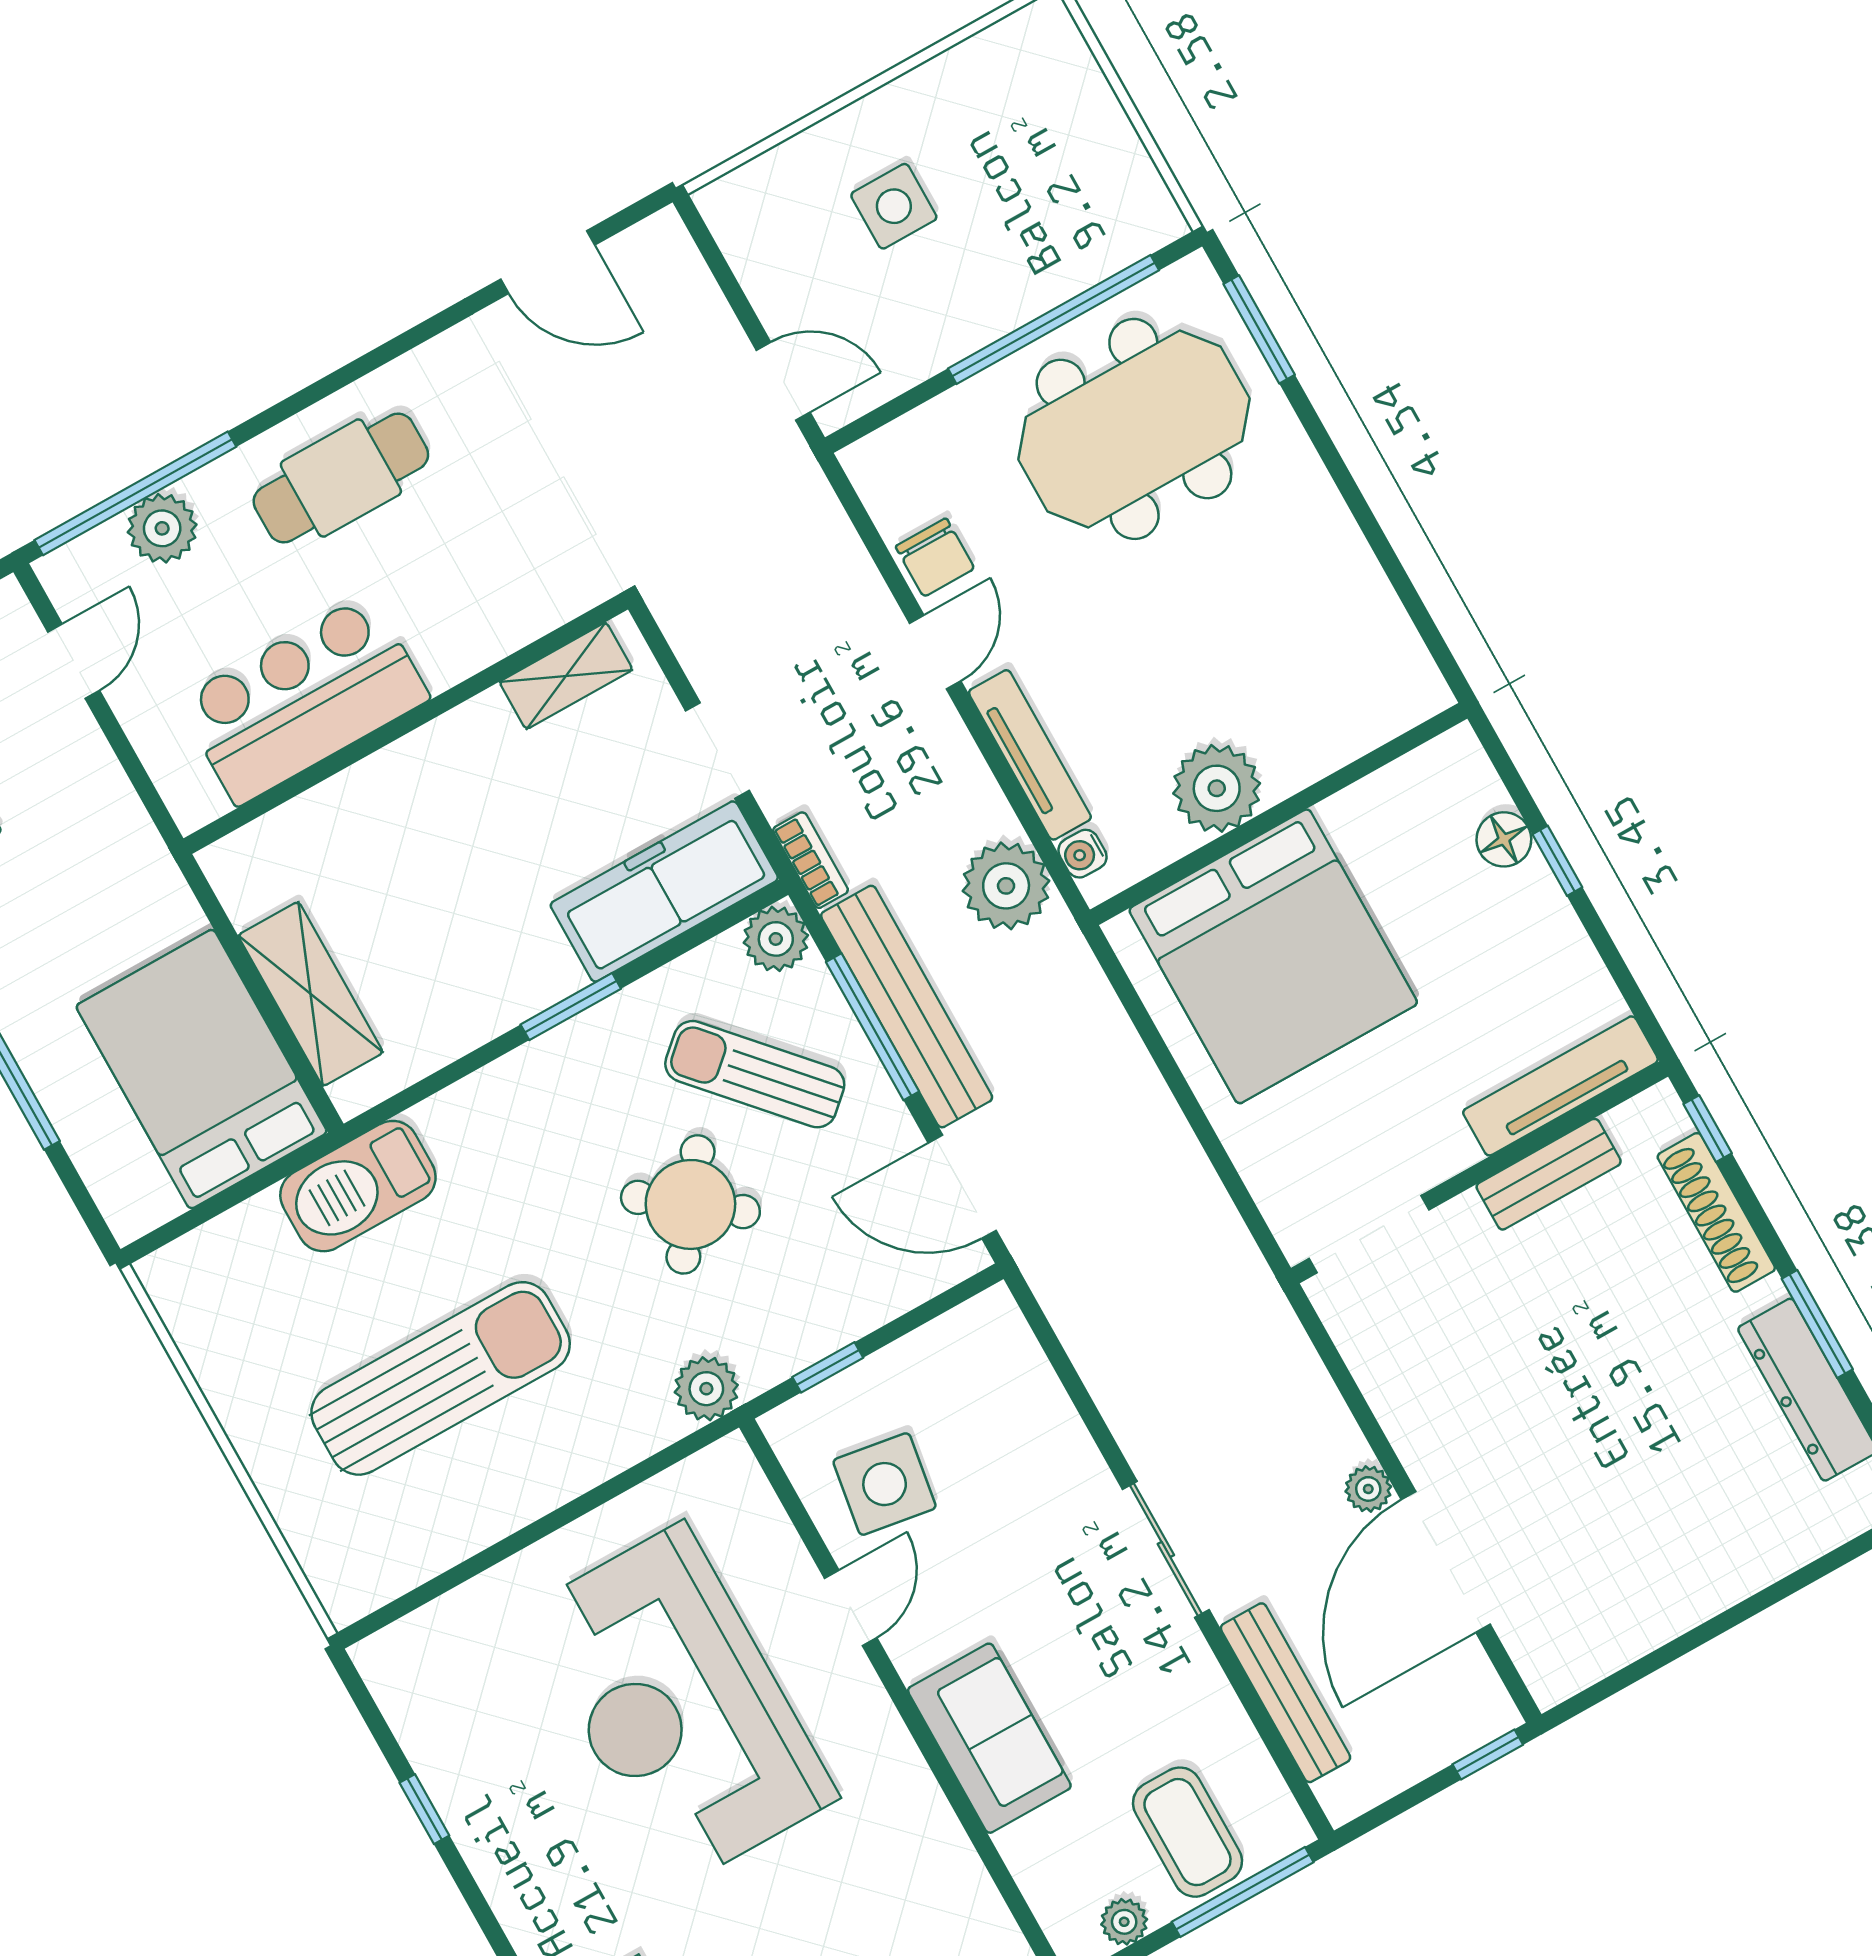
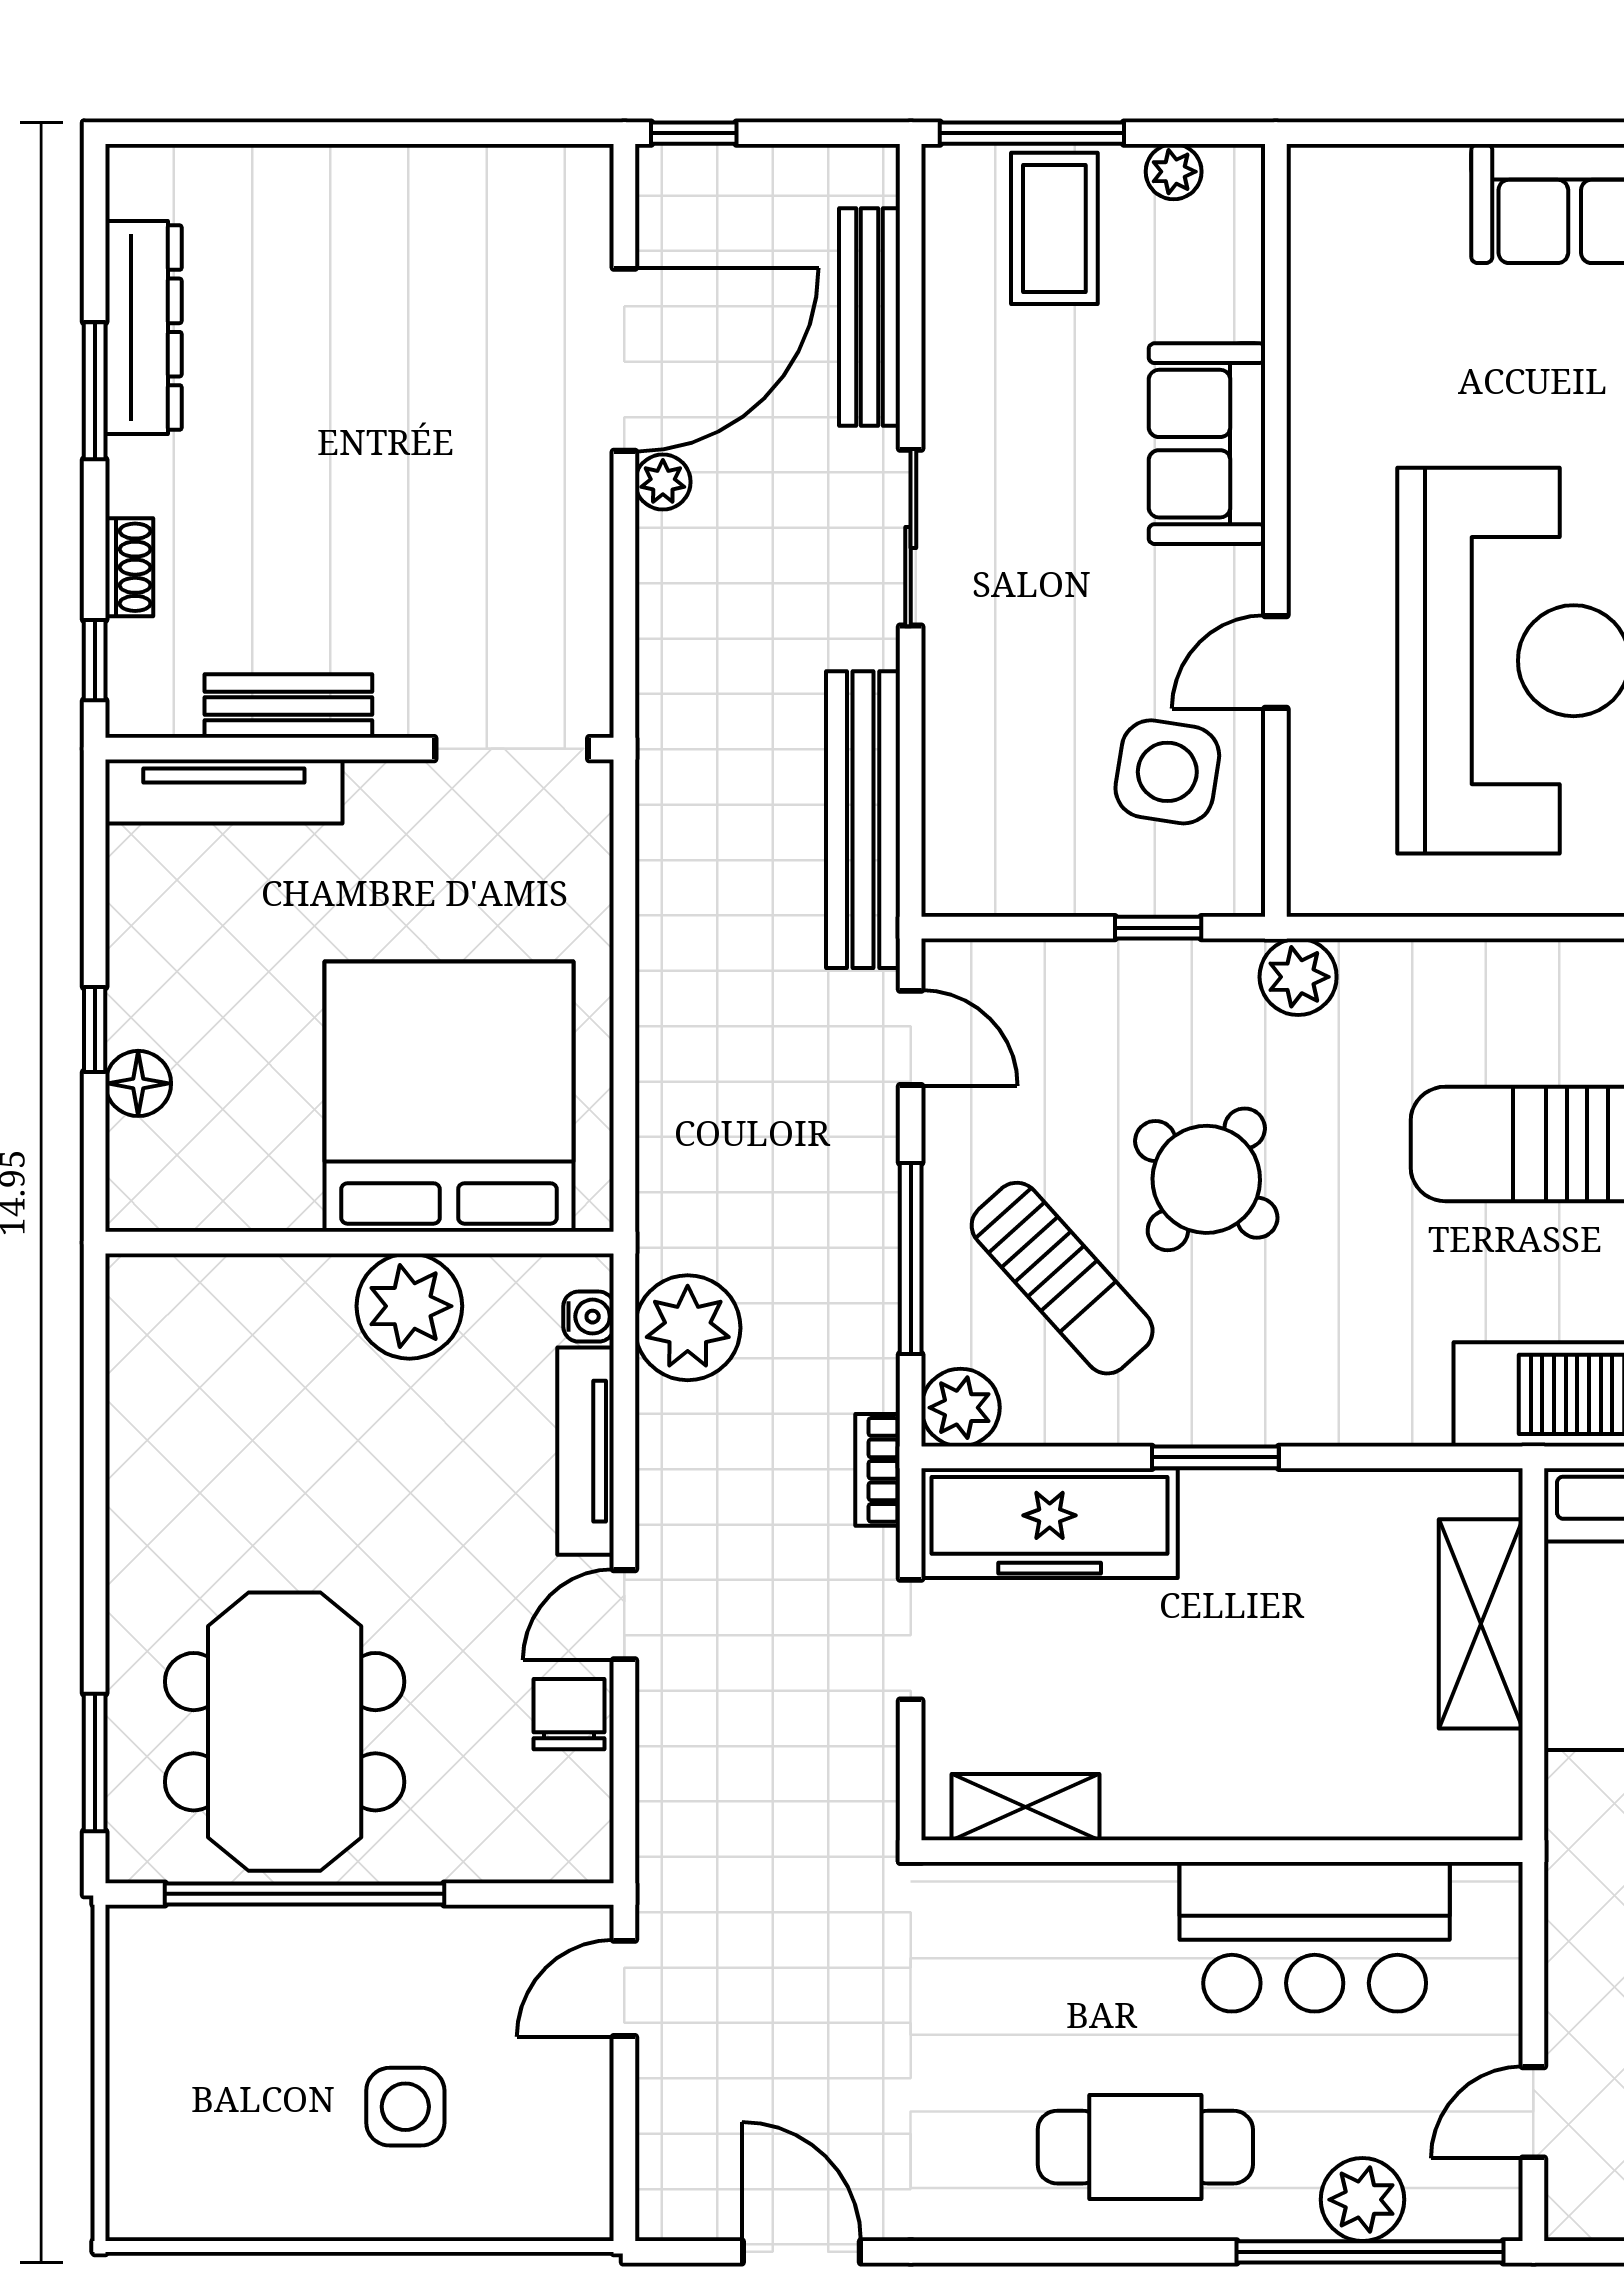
door: (783, 381) -> (624, 1988), hinge flipped
meeting table: (1134, 429) -> (285, 1732), turned 90
bench: (907, 1007) -> (863, 820), moved
door: (962, 1187) -> (911, 1038), width x0.73
shoe rack: (1716, 1212) -> (129, 567), width x0.51, depth x0.81

